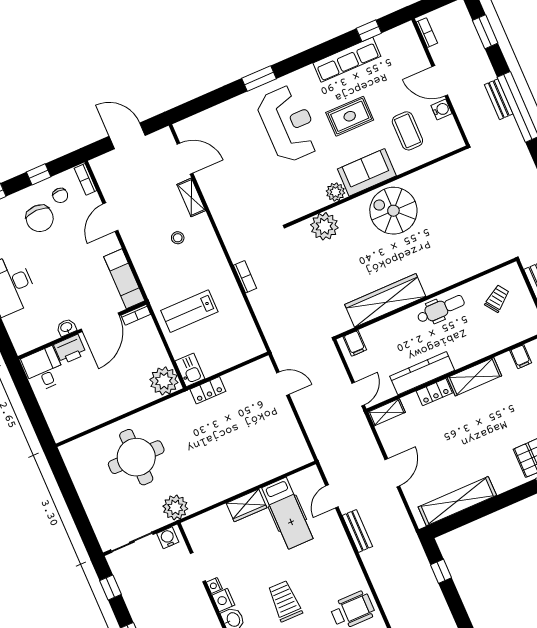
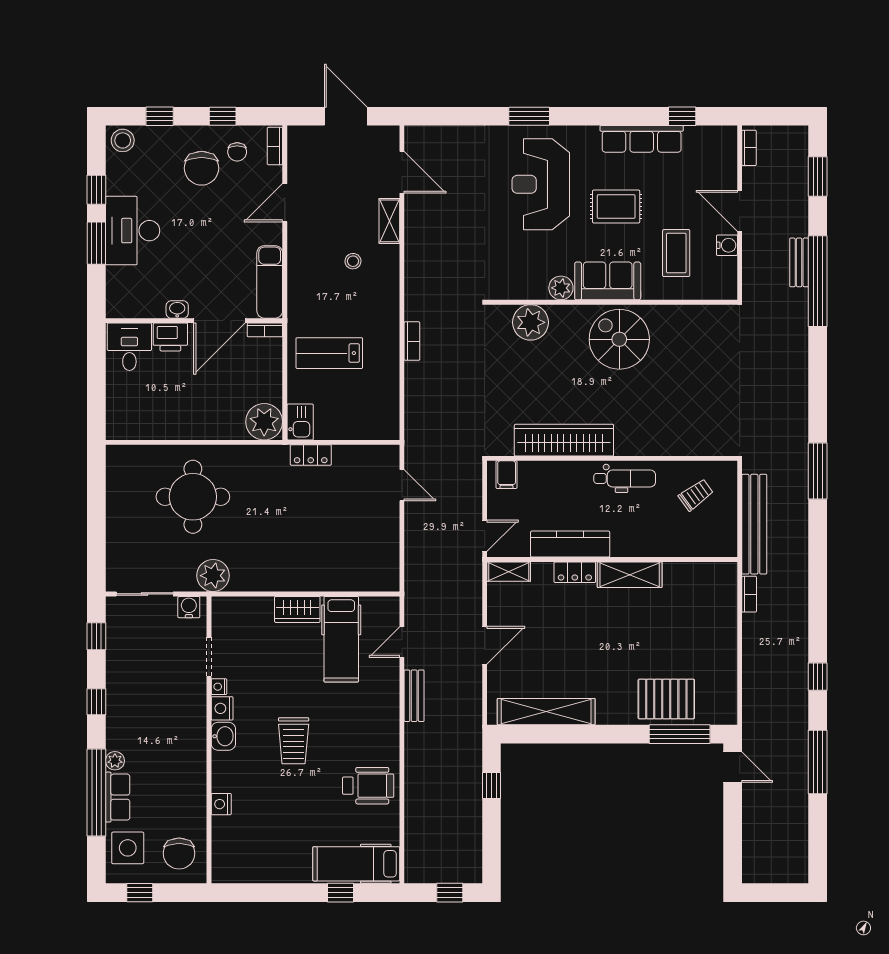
reception desk: (289, 124) -> (541, 184), turned 180
filing cabinet: (521, 357) -> (694, 575), removed
trolley: (285, 601) -> (294, 741), turned 180

